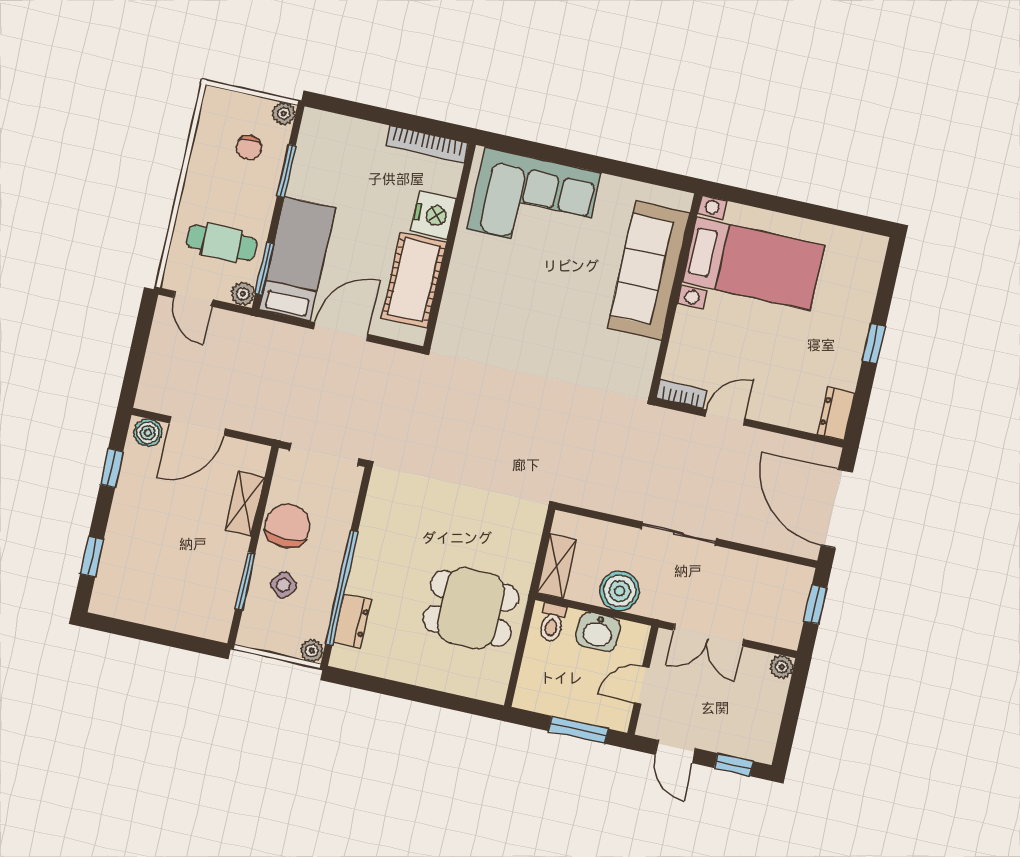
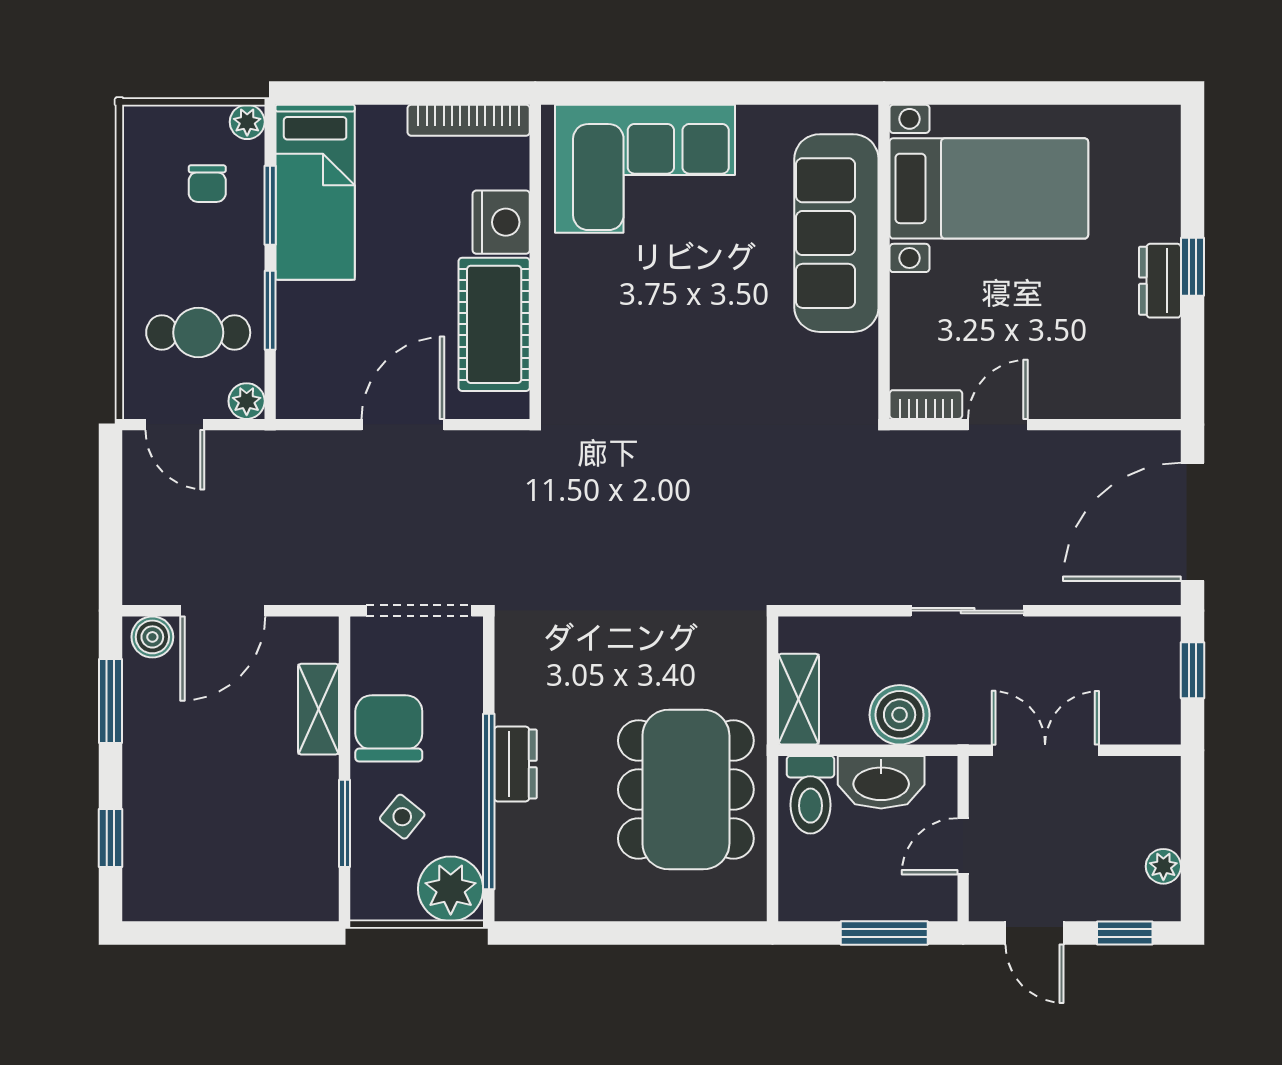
bed: (297, 259) -> (315, 192), moved, turned 180
window: (265, 269) -> (270, 310), moved
dresser: (836, 413) -> (1160, 281), moved
window: (112, 468) -> (111, 701), width x1.50
door: (837, 509) -> (1192, 522), hinge flipped
dining table: (471, 608) -> (686, 790), width x1.38
dresser: (352, 621) -> (515, 764), moved
toilet: (552, 623) -> (810, 795), width x1.37, depth x1.39
washbasin: (598, 632) -> (881, 782), width x1.38
double door: (709, 635) -> (1045, 750), swing flipped
plant: (312, 651) -> (451, 889), width x1.87, depth x1.87
plant: (782, 667) -> (1163, 866), moved

